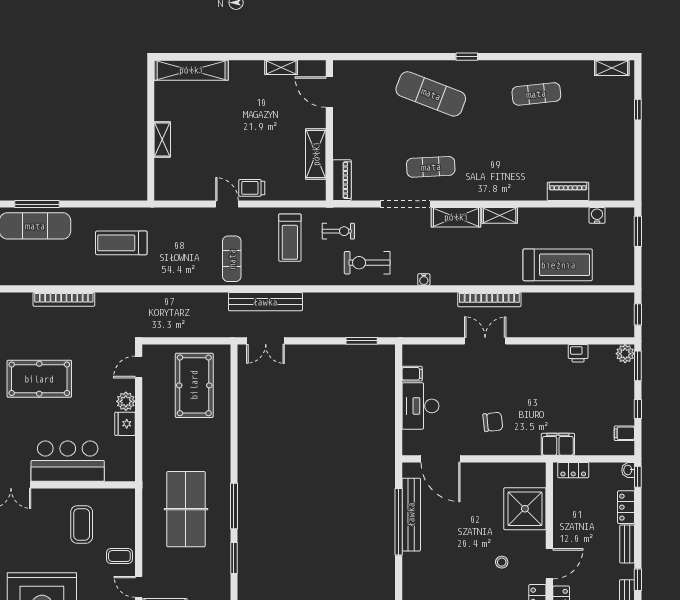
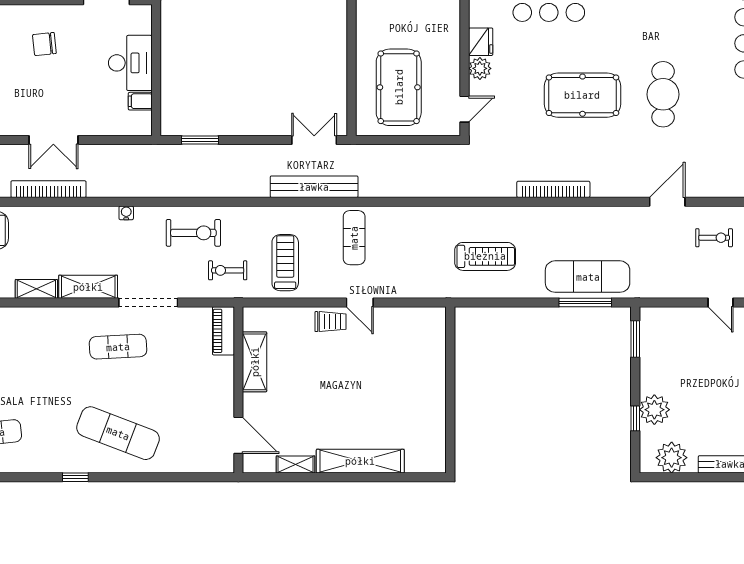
shelving: (191, 70) -> (360, 461), moved
shelving: (162, 139) -> (437, 379), removed

